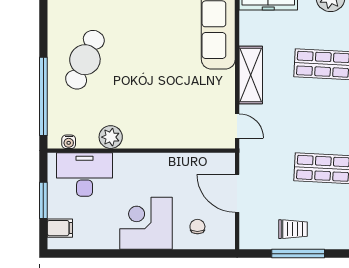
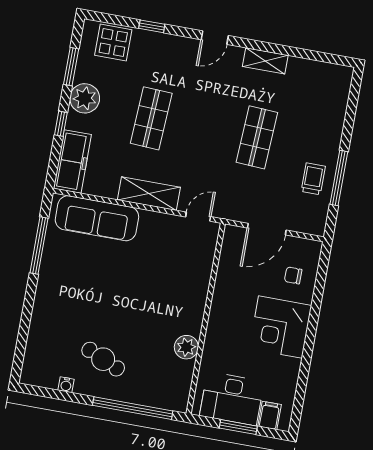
cafe table: (85, 60) -> (103, 359), width x0.73, depth x0.74
water cooler: (69, 142) -> (66, 385), moved, turned 90
desk: (85, 175) -> (232, 399), moved, turned -90

